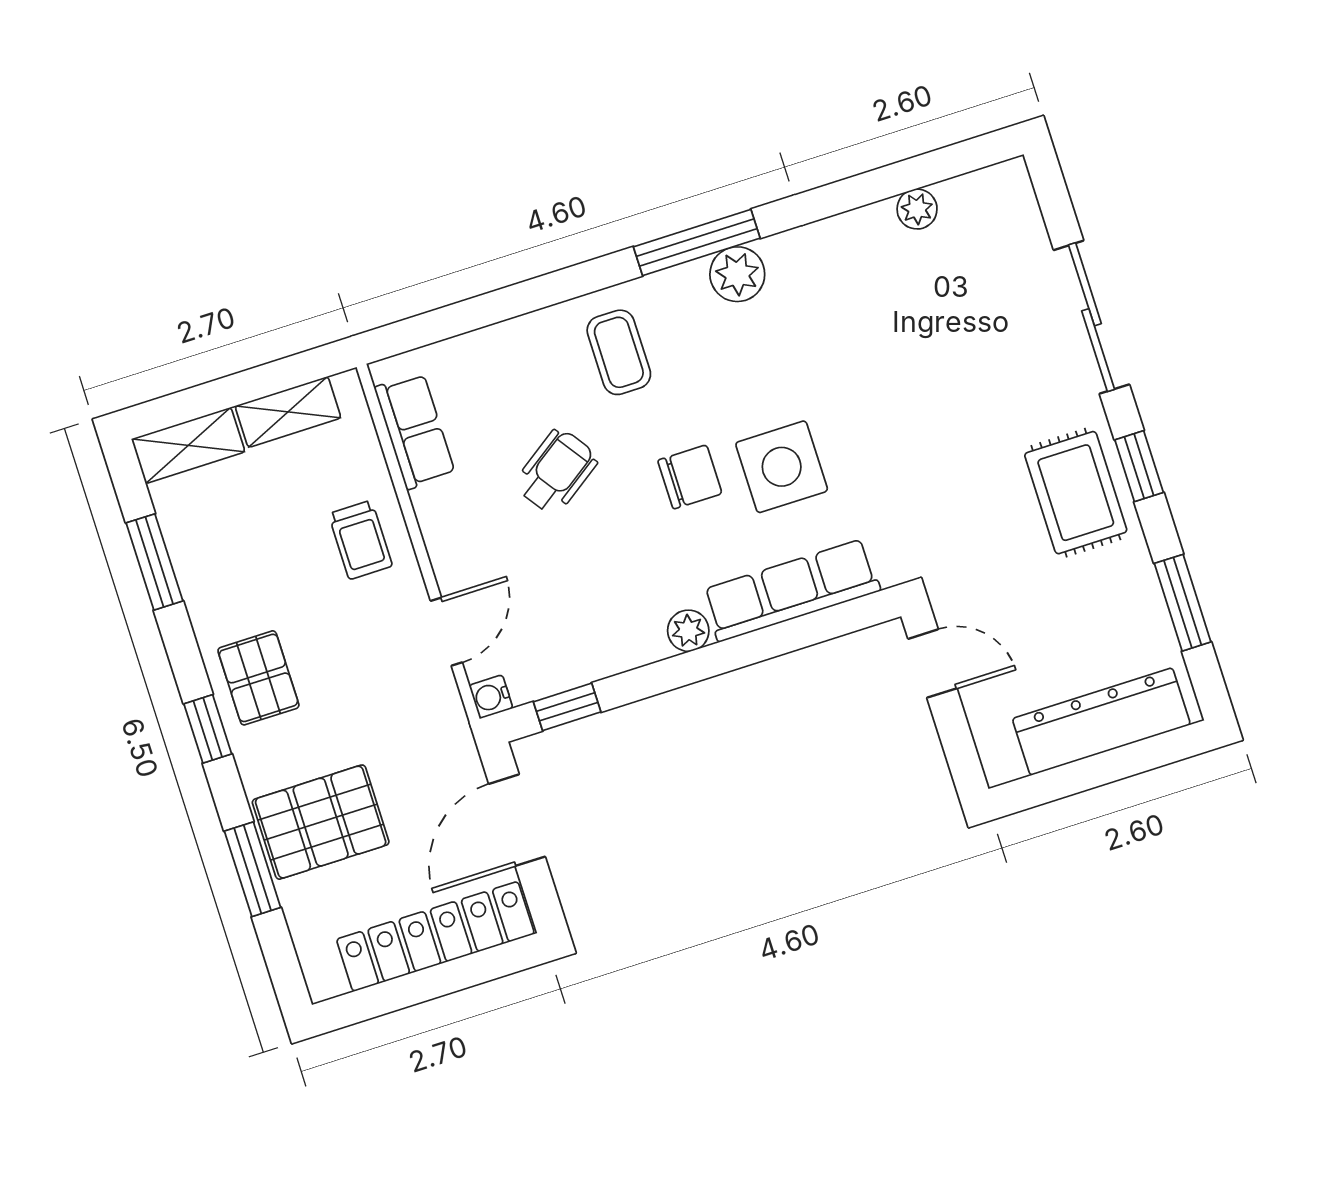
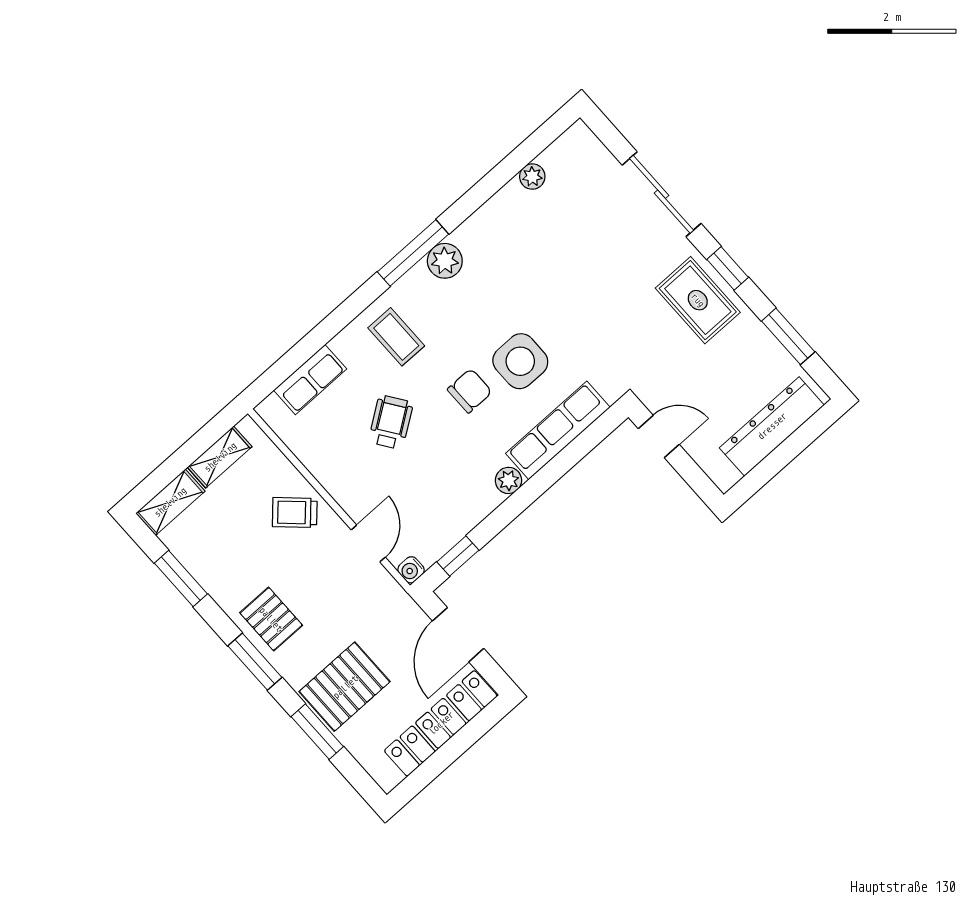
row of seats: (415, 431) -> (310, 380), moved, turned 90
trolley: (360, 540) -> (295, 513), turned 133
window: (208, 729) -> (255, 662), width x1.50

